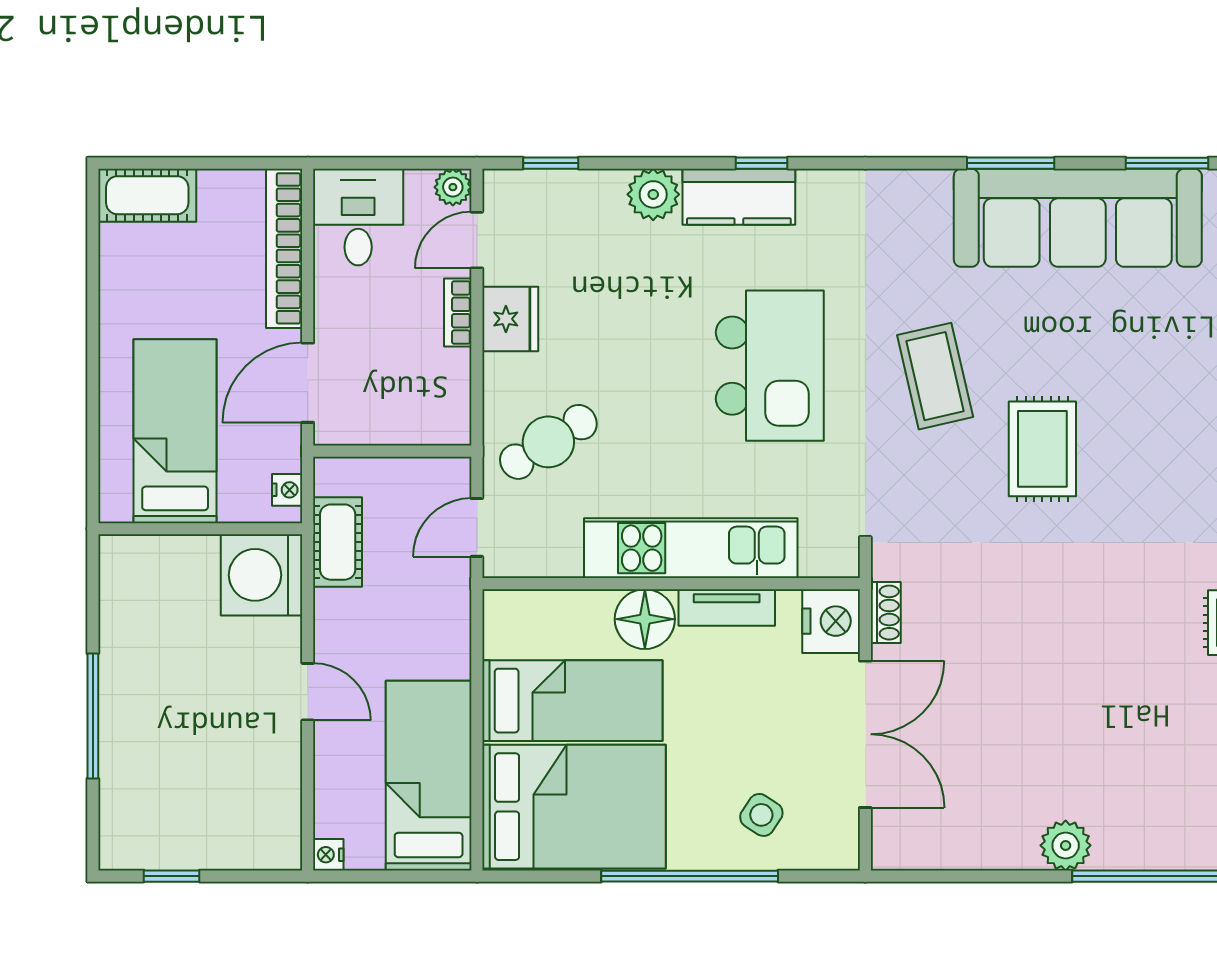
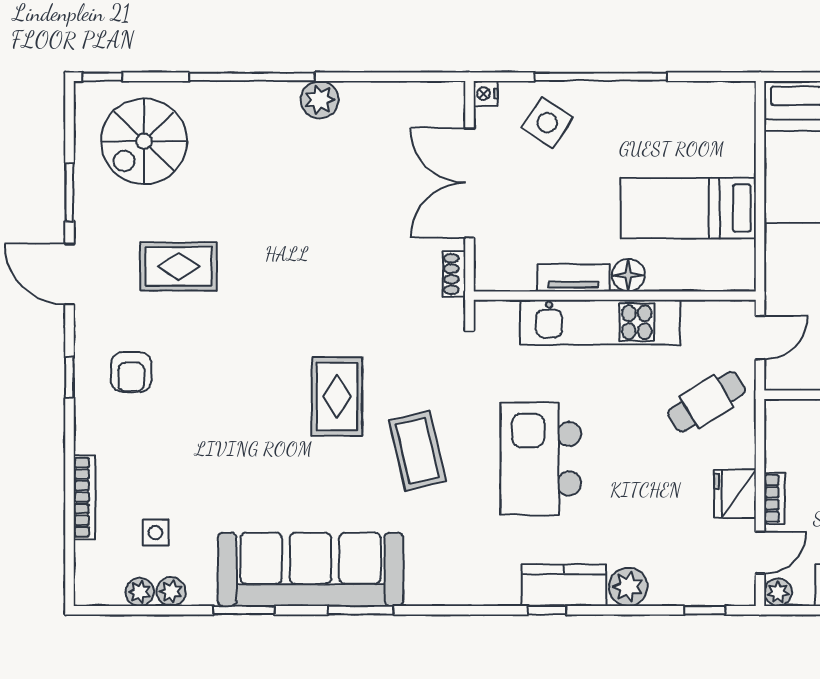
floor lamp: (645, 619) -> (628, 275), width x0.73, depth x0.73
nightstand: (831, 621) -> (486, 94), moved, width x0.53, depth x0.56
bed: (574, 807) -> (687, 129), removed
side table: (761, 815) -> (547, 123), width x1.37, depth x1.37

